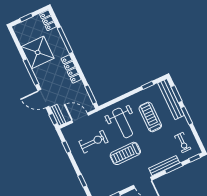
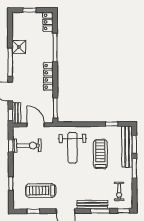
shower: (38, 52) -> (19, 47), width x0.54, depth x0.54
exercise bike: (93, 142) -> (28, 146), moved
treadmill: (125, 153) -> (41, 191), moved

